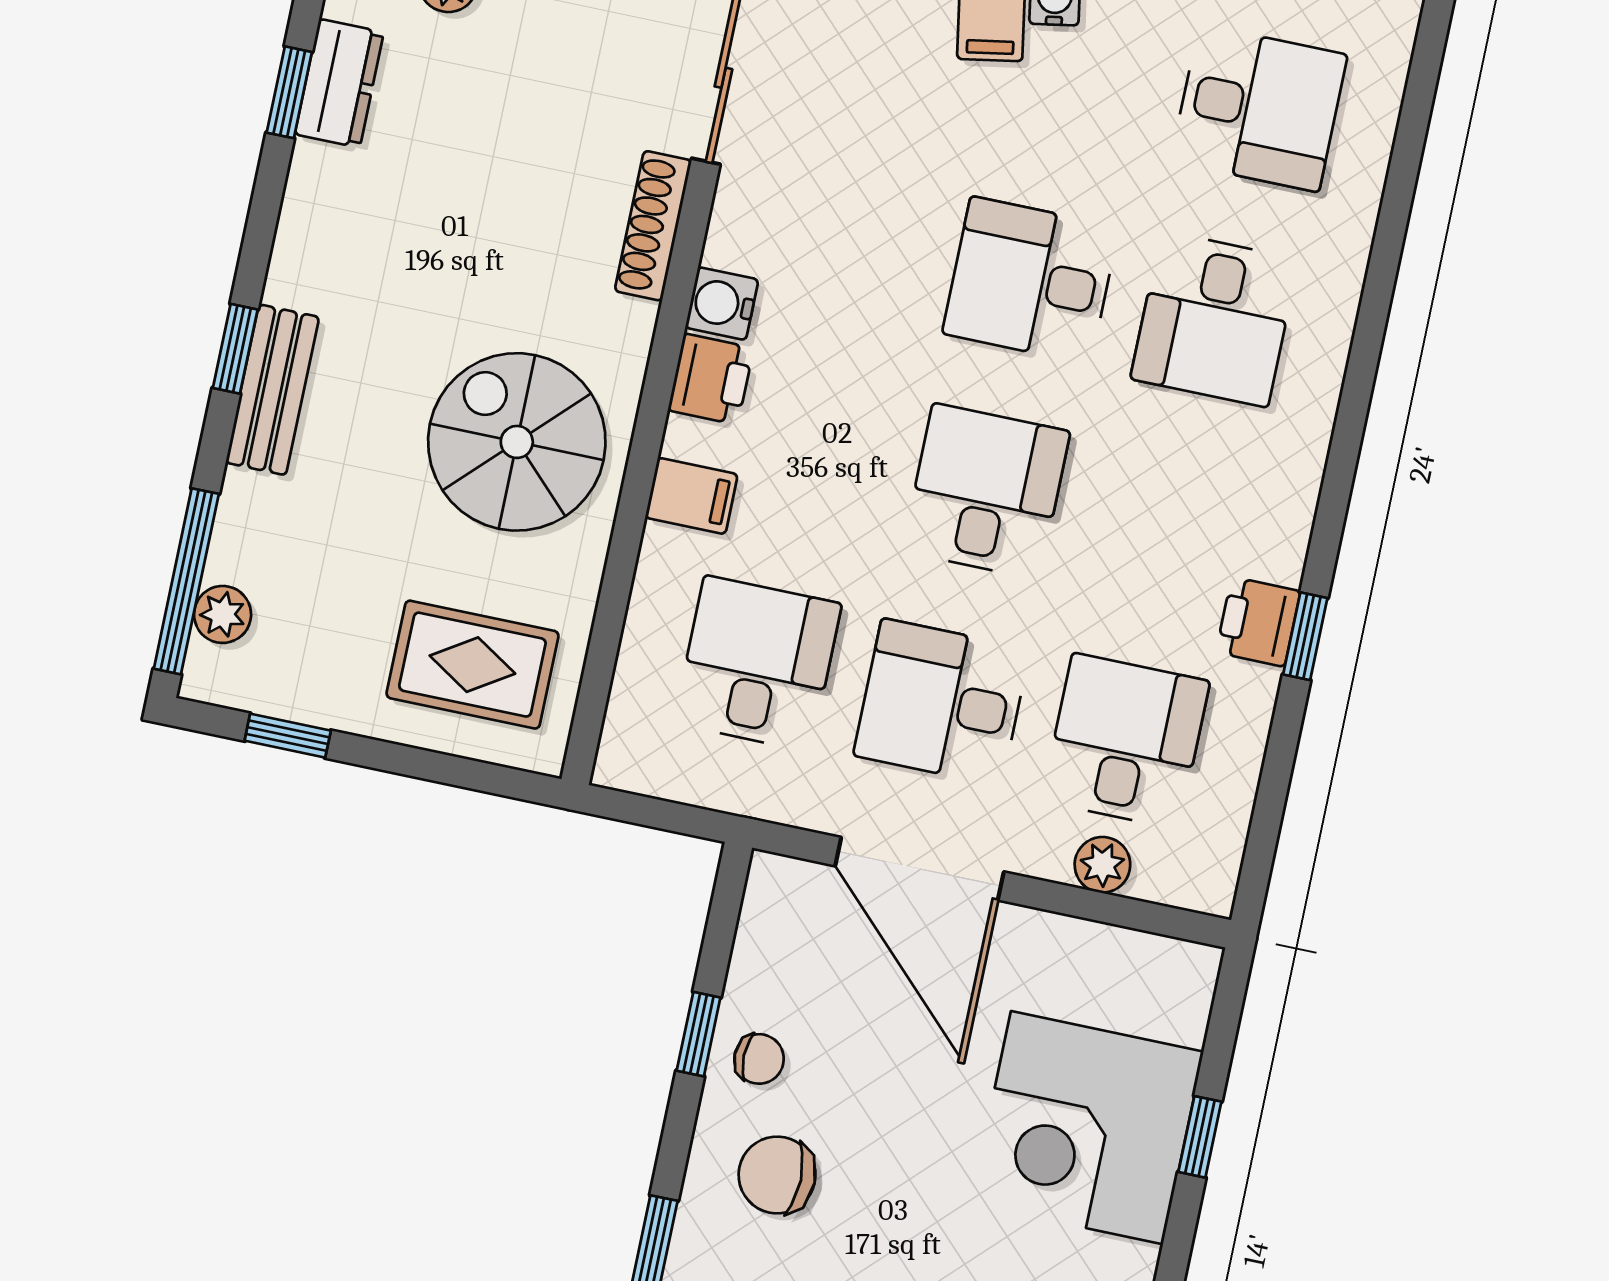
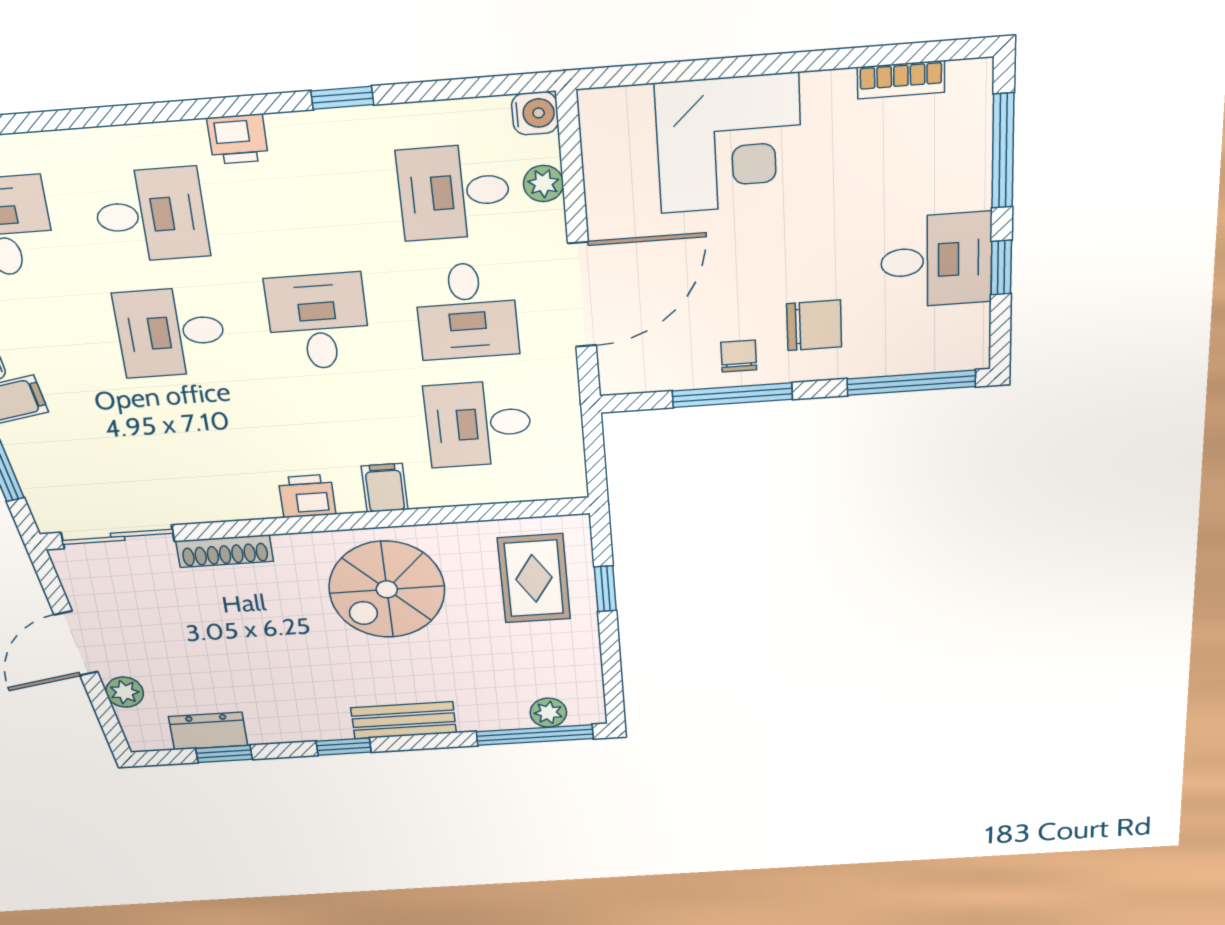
desk: (1031, 280) -> (171, 332), turned 90
water cooler: (722, 304) -> (535, 113), moved, turned -90
window: (235, 349) -> (344, 747), moved
desk: (986, 491) -> (318, 322), turned 90
printer: (1258, 622) -> (238, 139), moved
window: (288, 736) -> (605, 589), moved
window: (699, 1034) -> (732, 395), width x2.17
window: (1200, 1137) -> (715, 69), removed
chair: (777, 1175) -> (814, 325), turned -90

